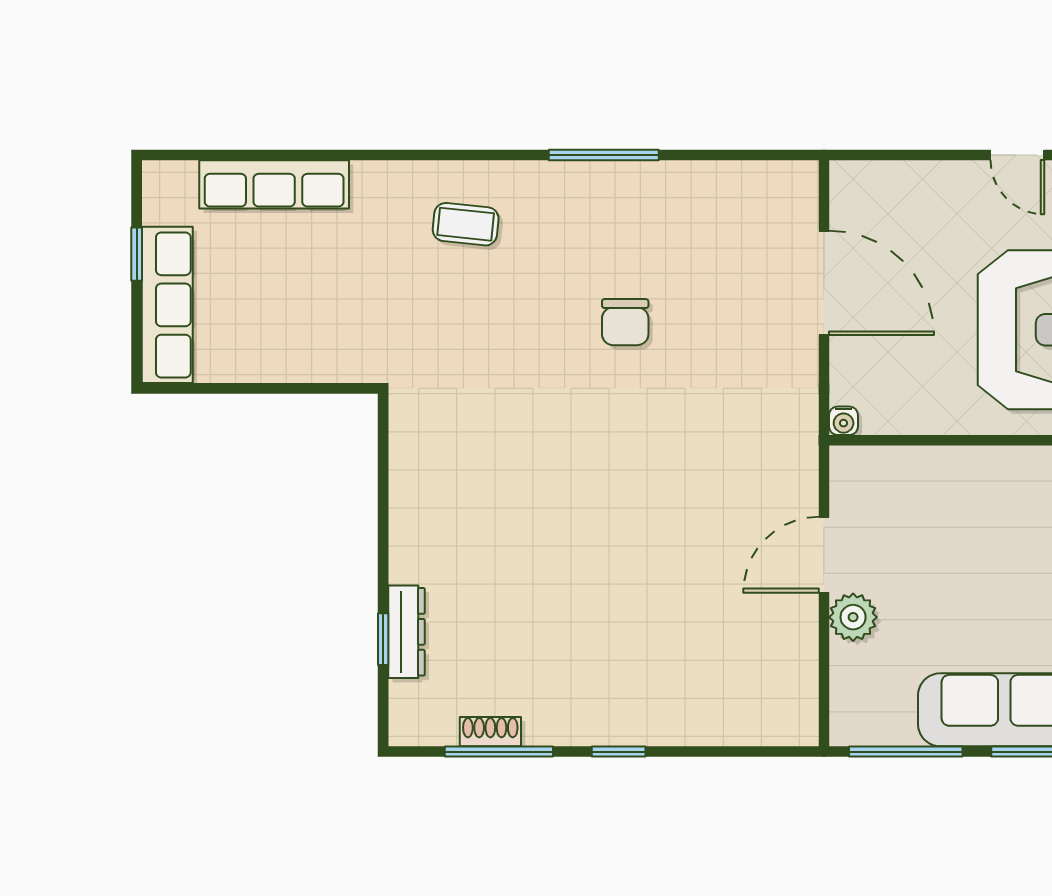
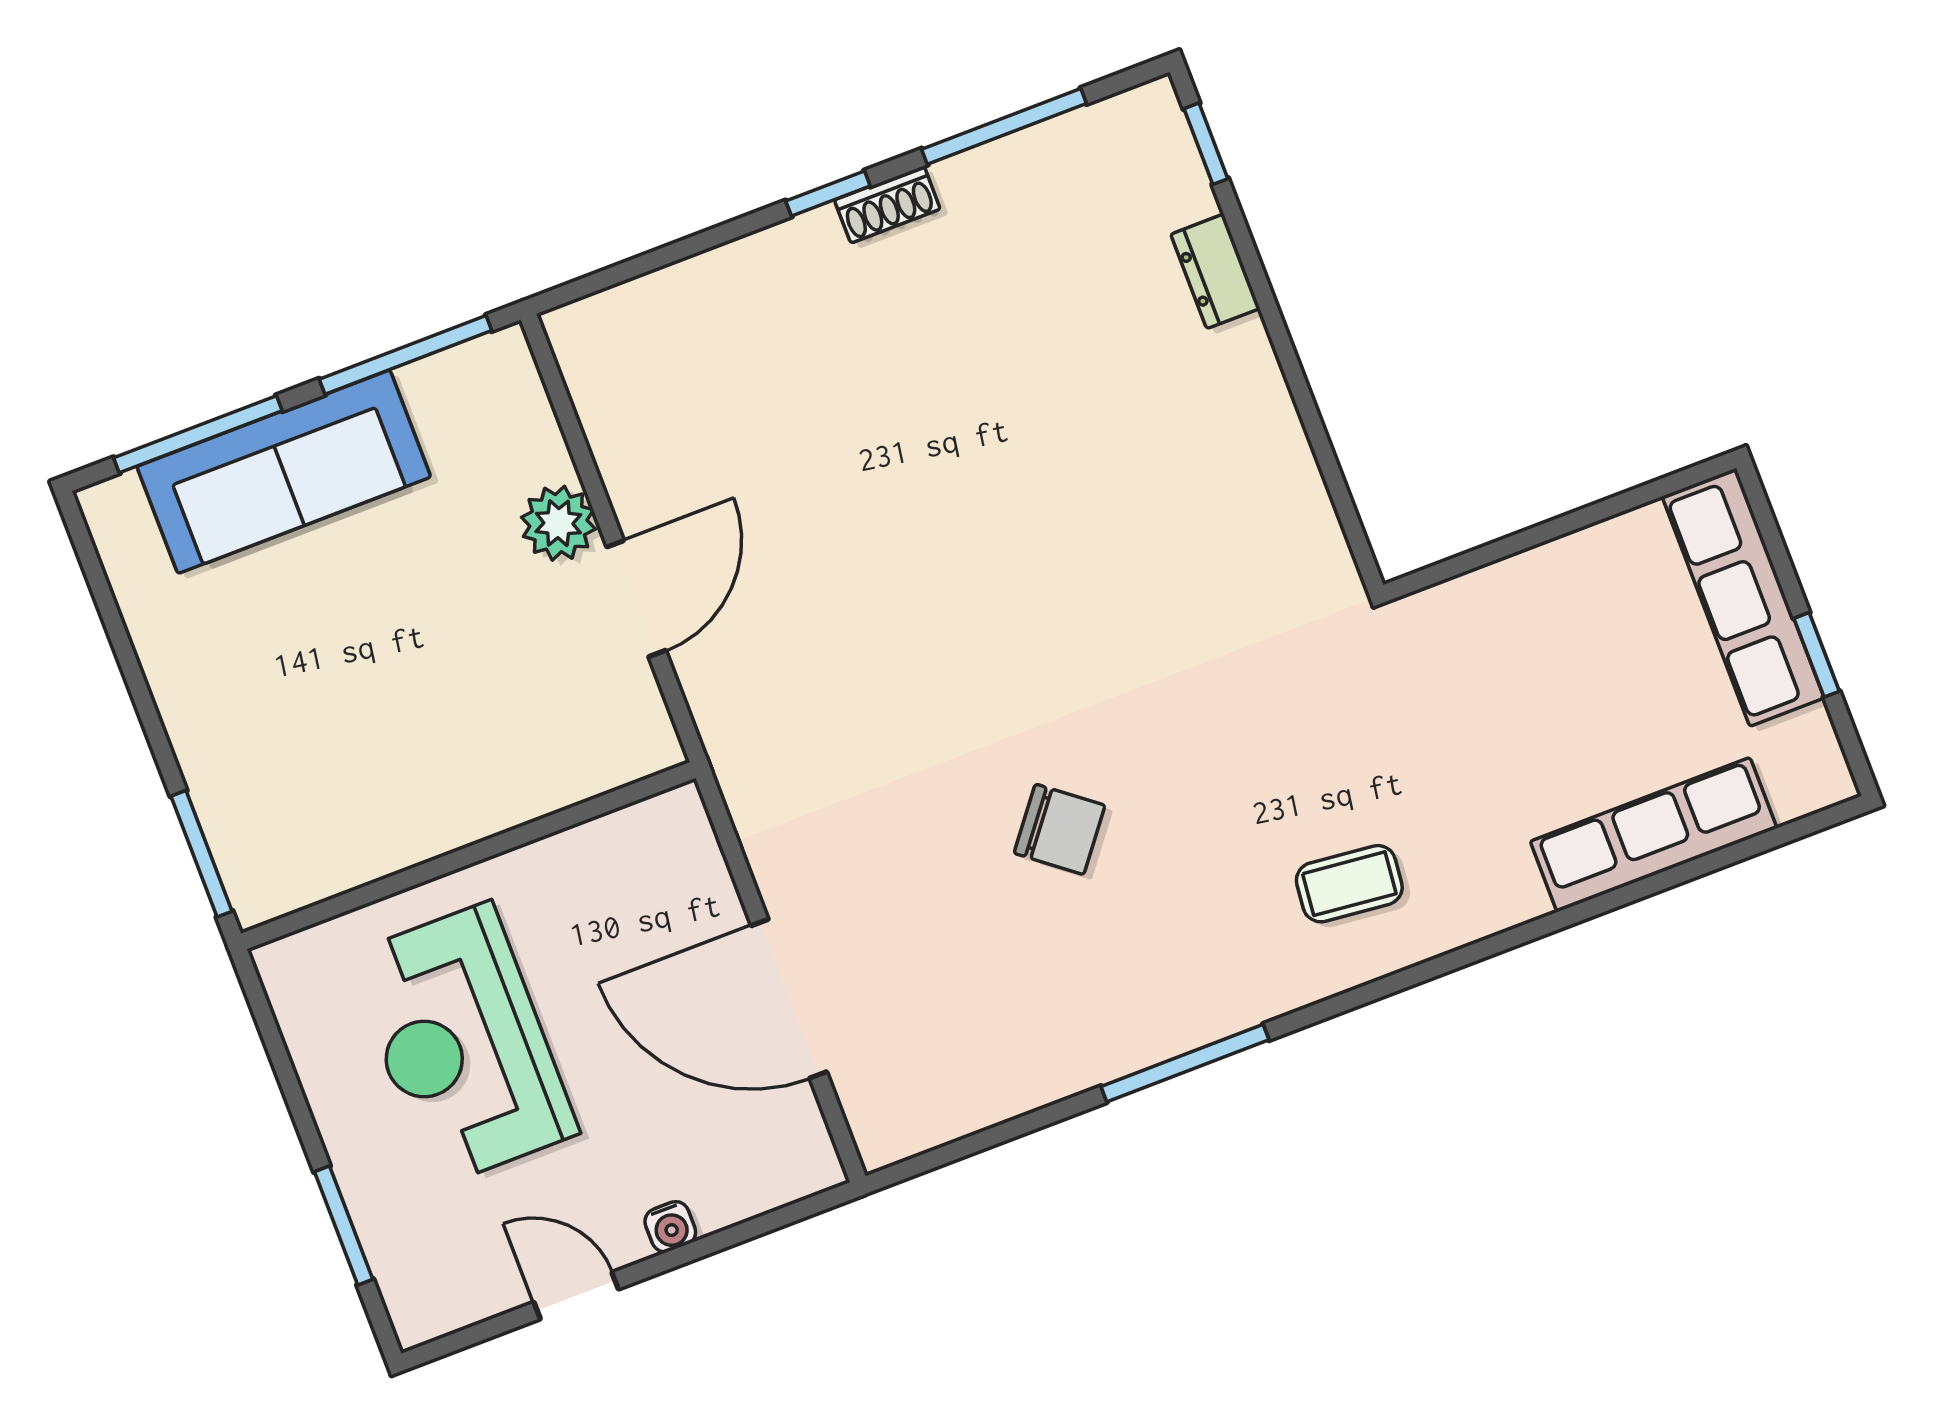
chair: (625, 322) -> (1060, 829), turned 128
water cooler: (844, 421) -> (670, 1227), moved, turned 180
dresser: (406, 632) -> (1215, 271), width x0.70
window: (383, 639) -> (1206, 144), moved
shoe rack: (490, 732) -> (887, 205), moved

